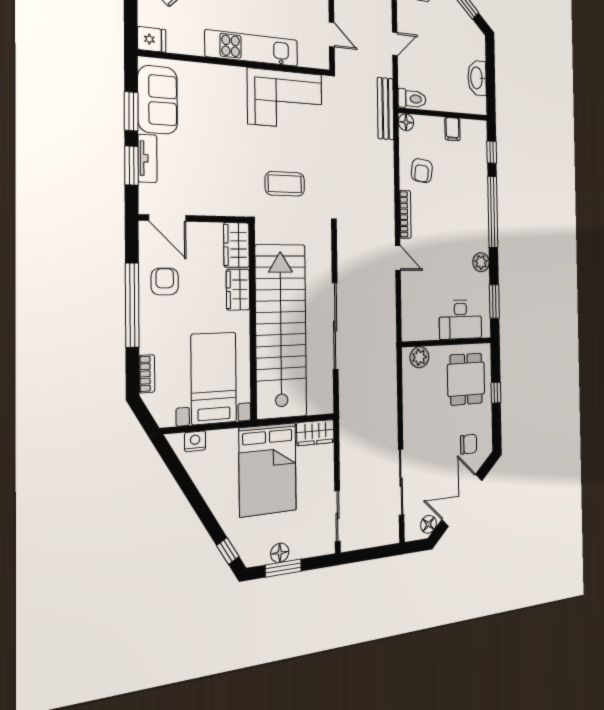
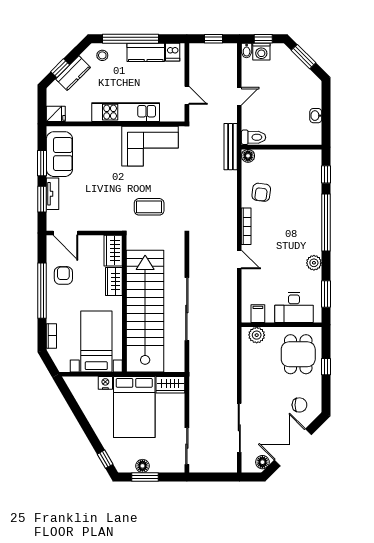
washbasin: (477, 78) -> (316, 116), width x0.52, depth x0.69
filing cabinet: (452, 129) -> (258, 314), moved, turned 180
nightstand: (195, 441) -> (105, 383), moved

